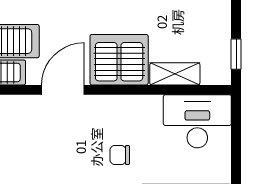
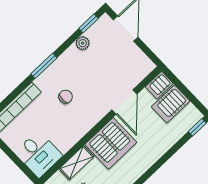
desk: (197, 121) -> (39, 154), width x0.73

